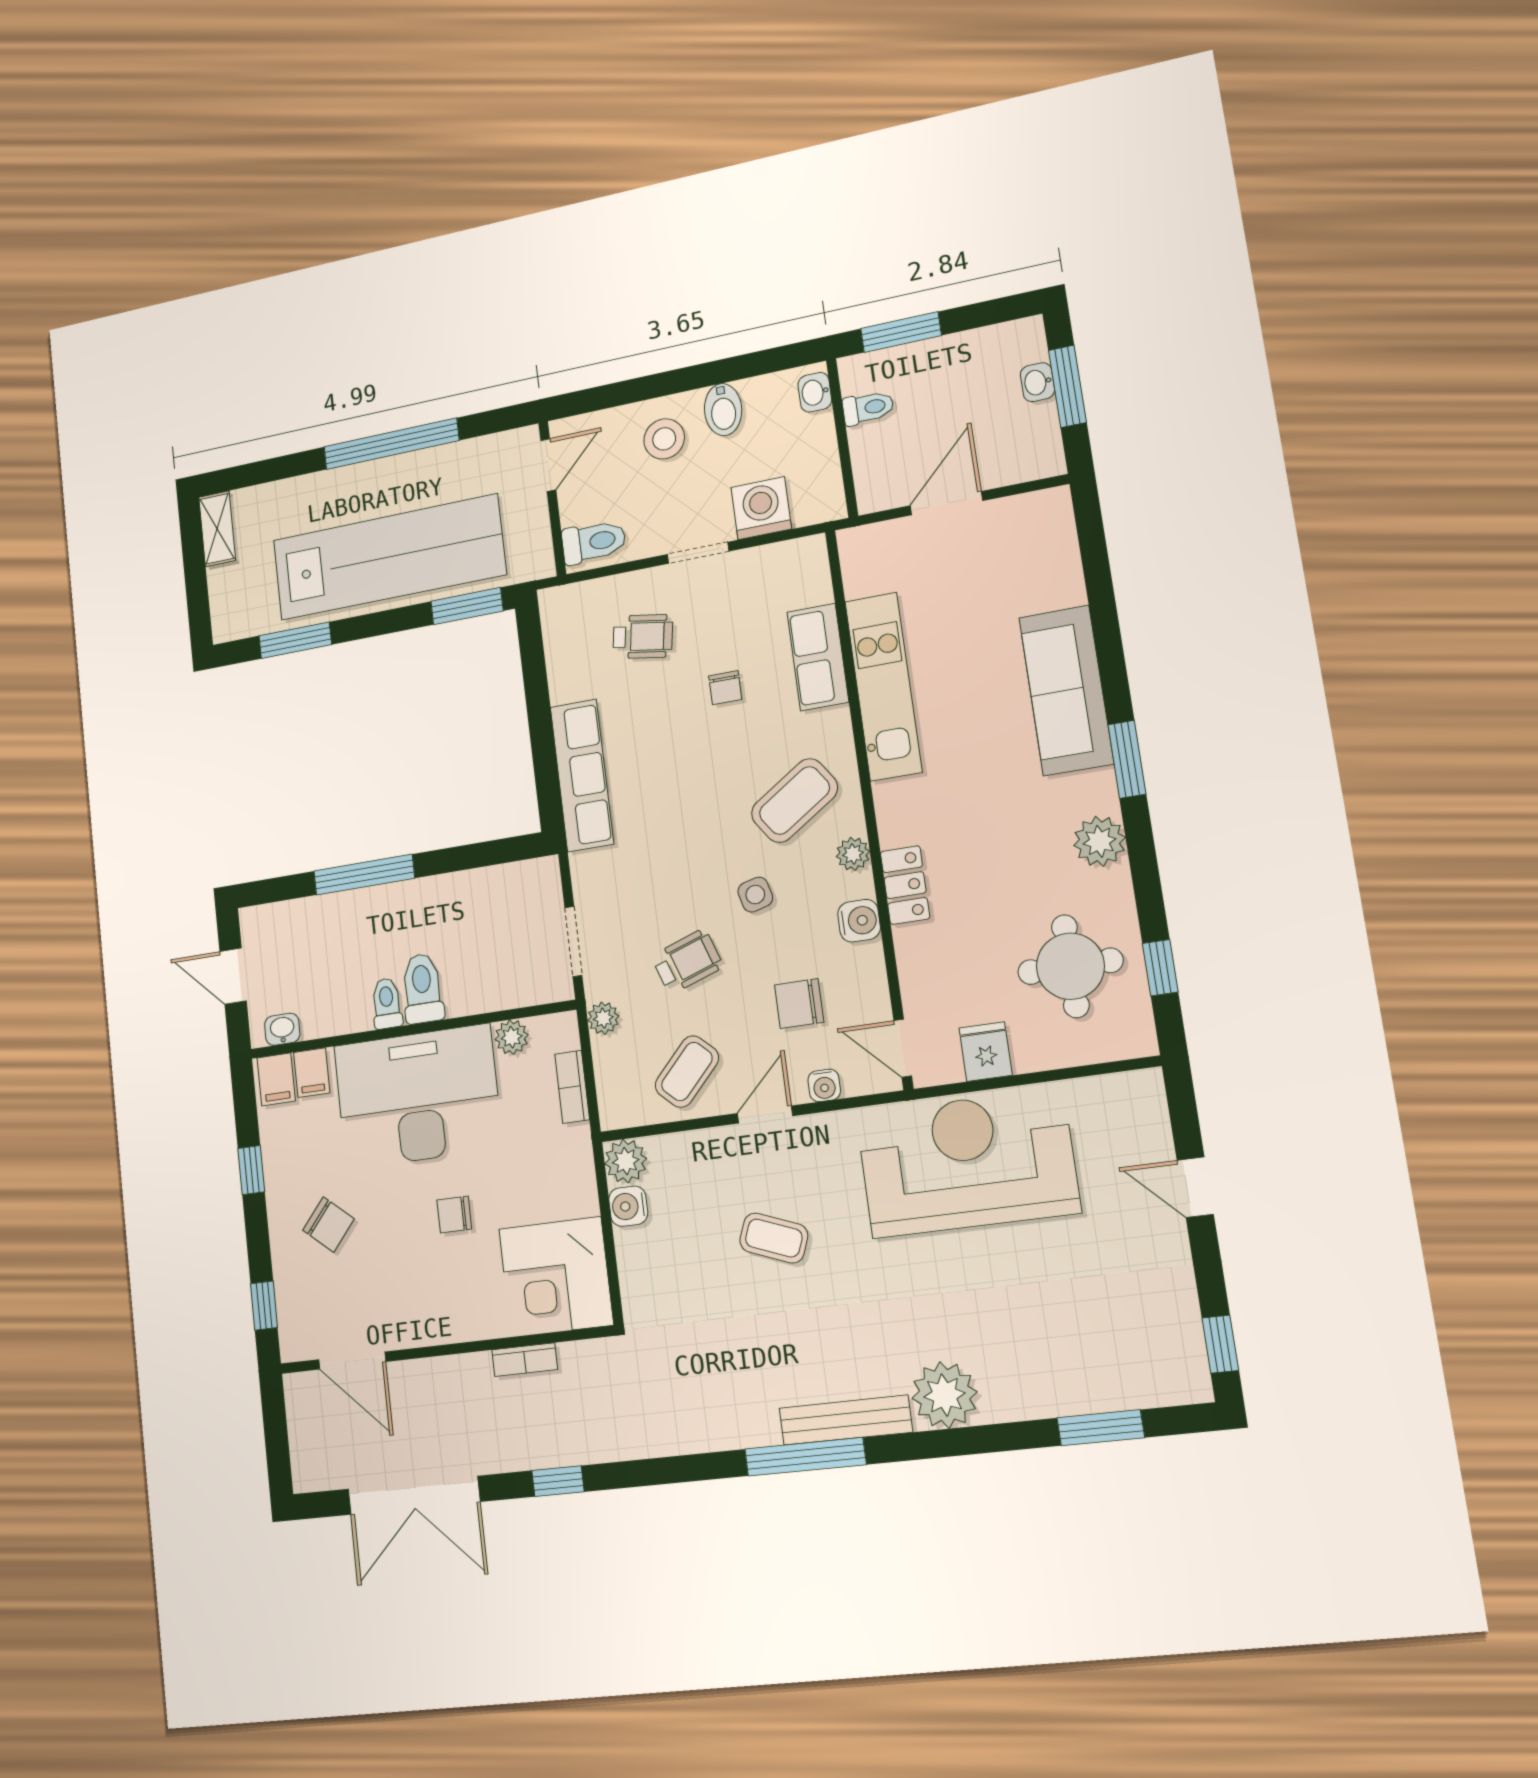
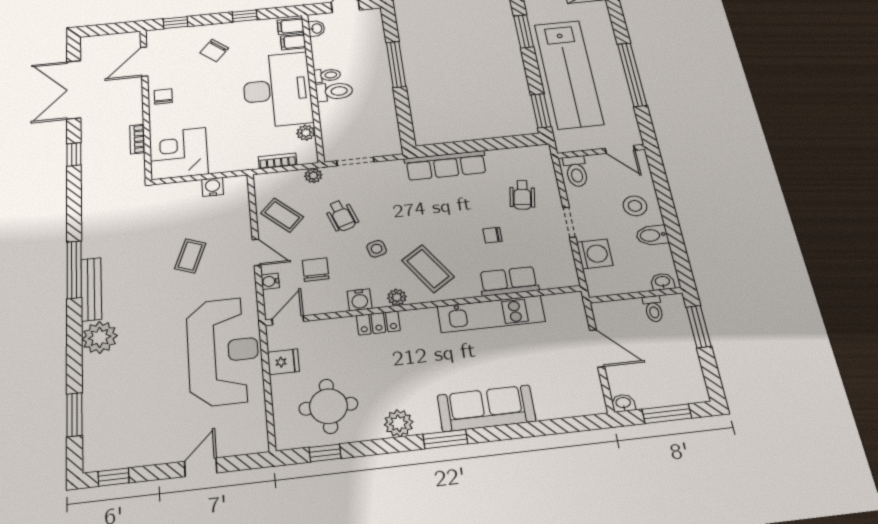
washbasin: (1037, 382) -> (623, 403), moved
plant: (626, 1161) -> (236, 186), removed
chair: (454, 1215) -> (163, 97), moved

